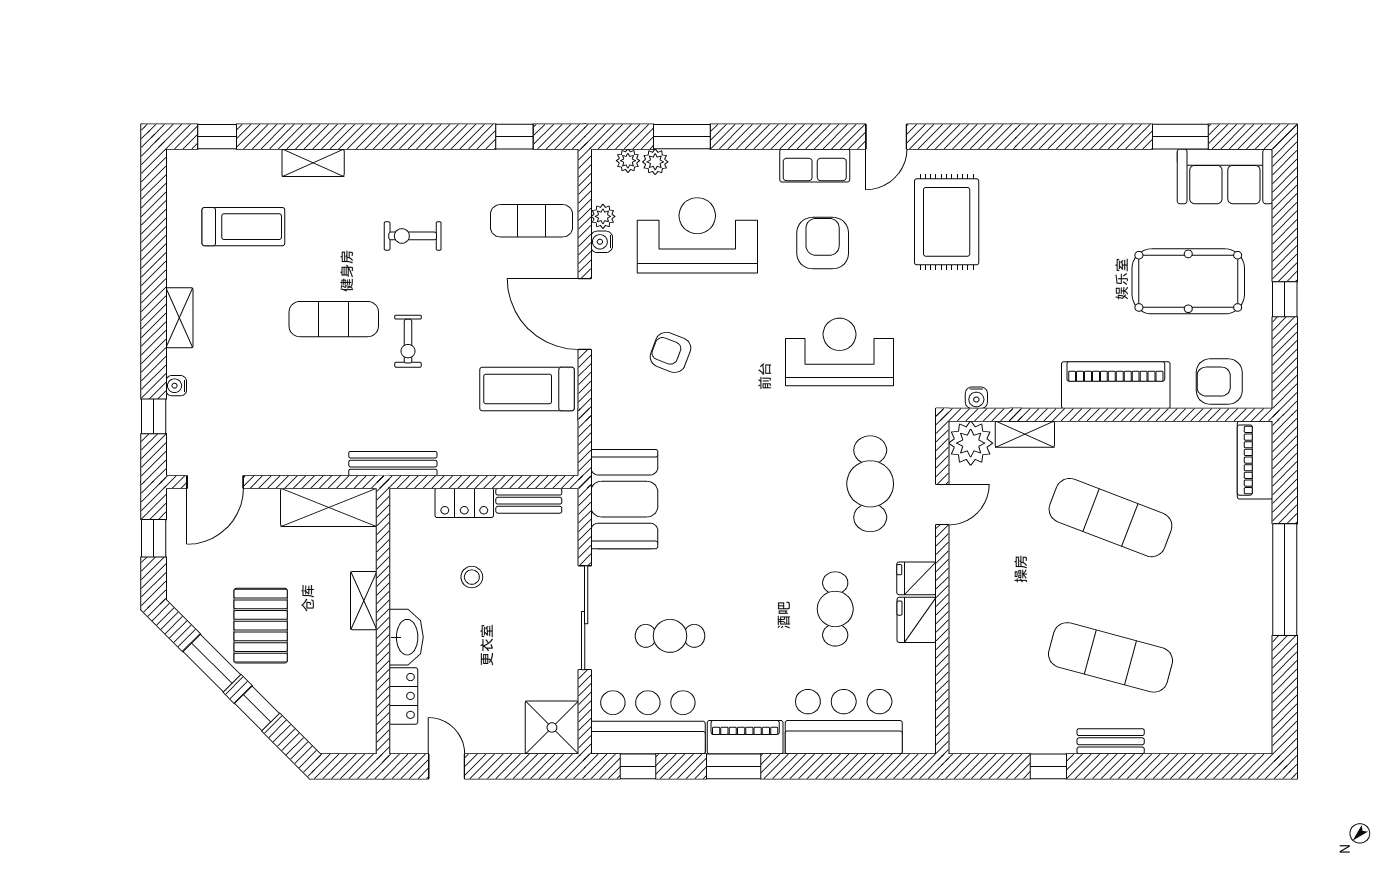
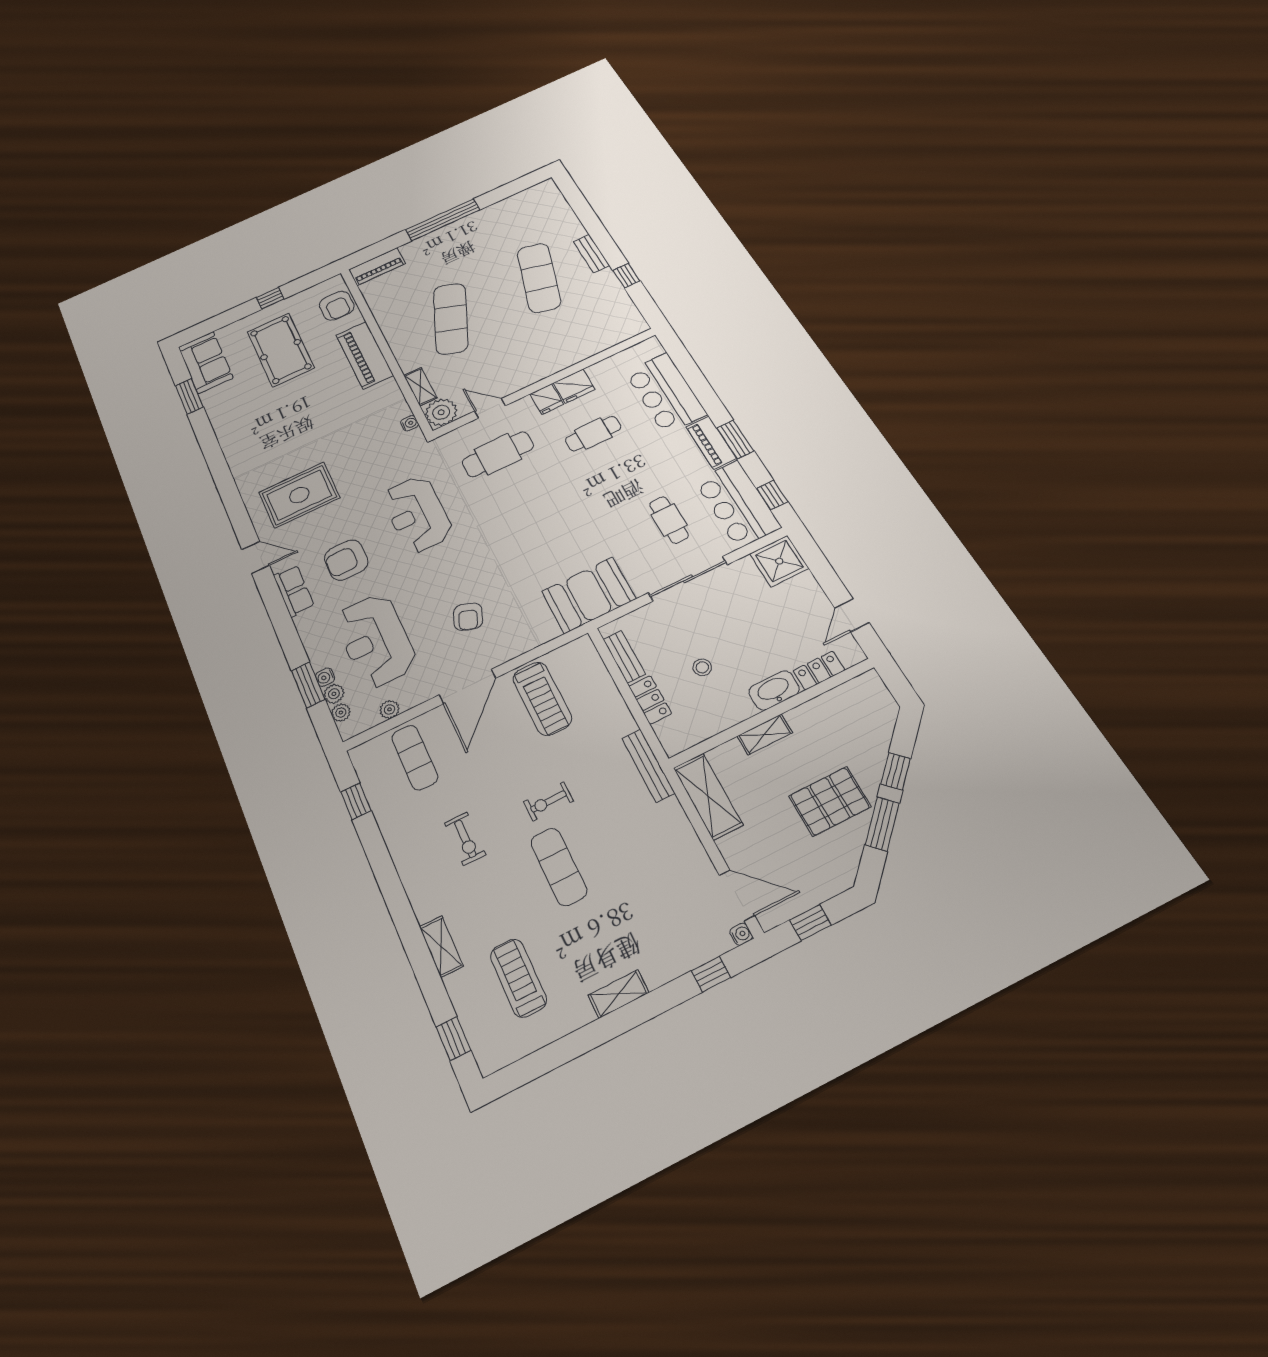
water cooler: (602, 242) -> (325, 677), moved, turned 90
exercise bike: (408, 341) -> (548, 801), turned 180
water cooler: (176, 386) -> (741, 934), moved, turned -90

